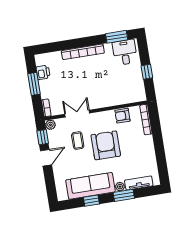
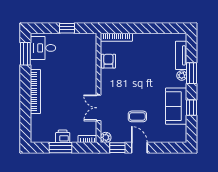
printer: (43, 72) -> (63, 136), moved
armchair: (122, 116) -> (108, 61), turned 180
coffee table: (78, 141) -> (137, 116), moved
armchair: (106, 145) -> (136, 83), removed
sofa: (90, 186) -> (176, 106), width x0.73

